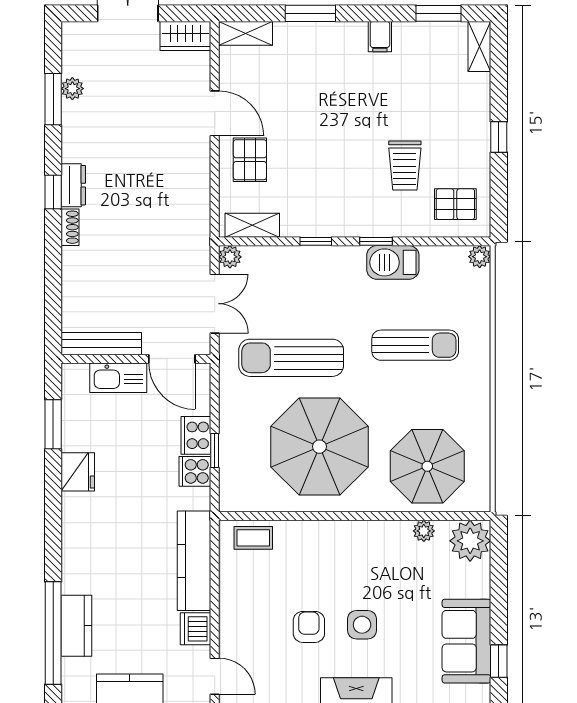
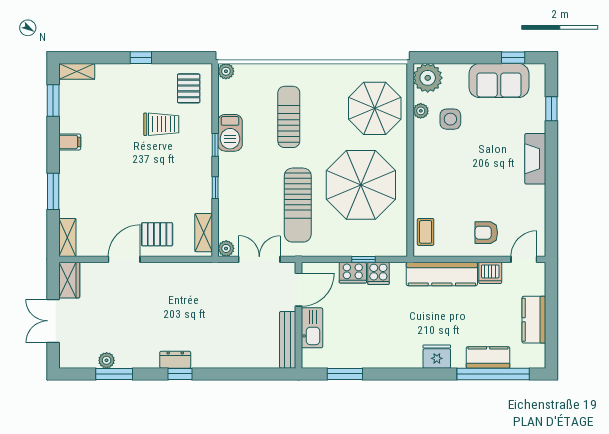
shoe rack: (70, 227) -> (205, 362), removed
fridge: (78, 472) -> (437, 357), moved
side table: (362, 625) -> (450, 119), moved
armchair: (309, 627) -> (486, 233), moved

